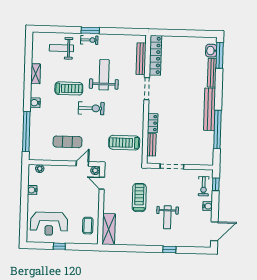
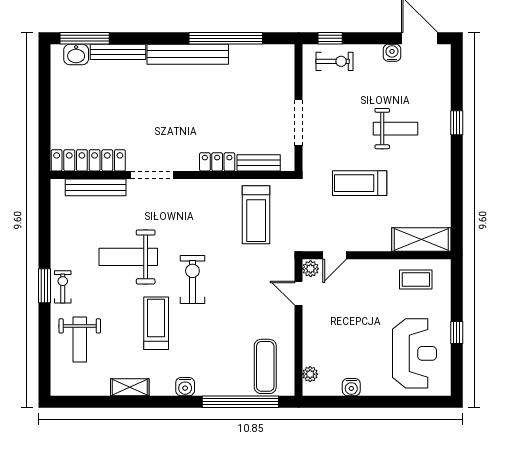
exercise mat: (68, 142) -> (265, 366), moved
water cooler: (207, 206) -> (392, 53), moved

